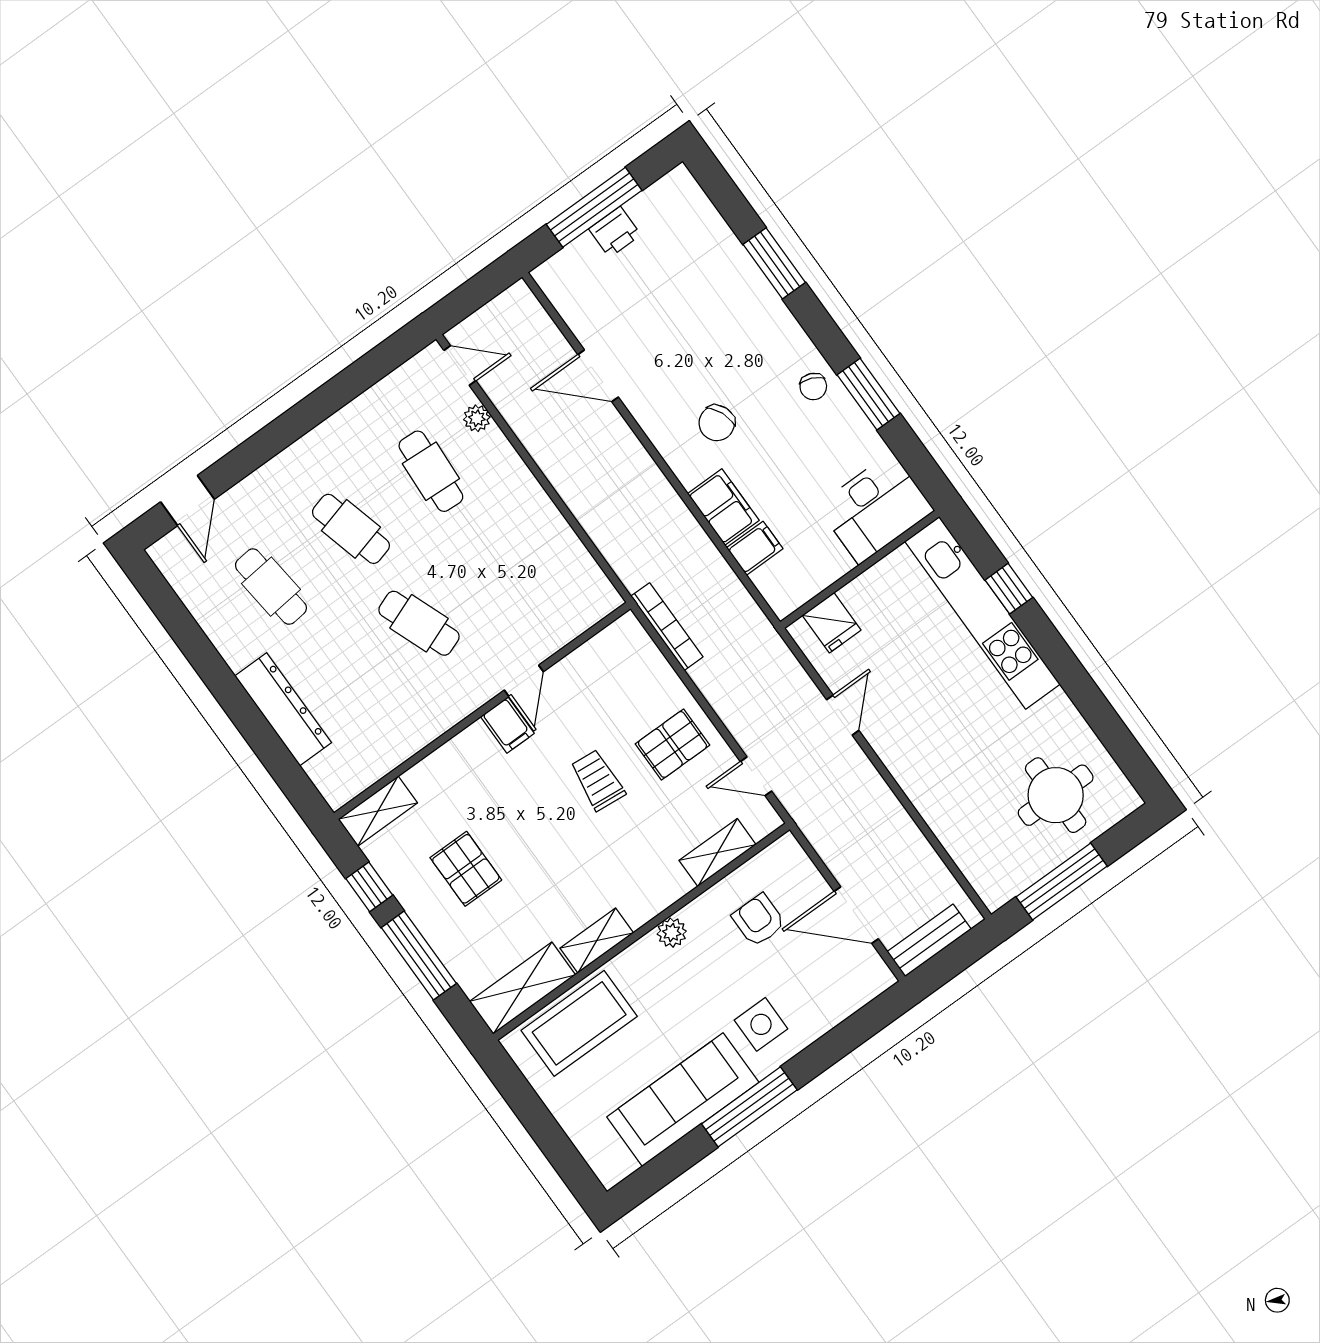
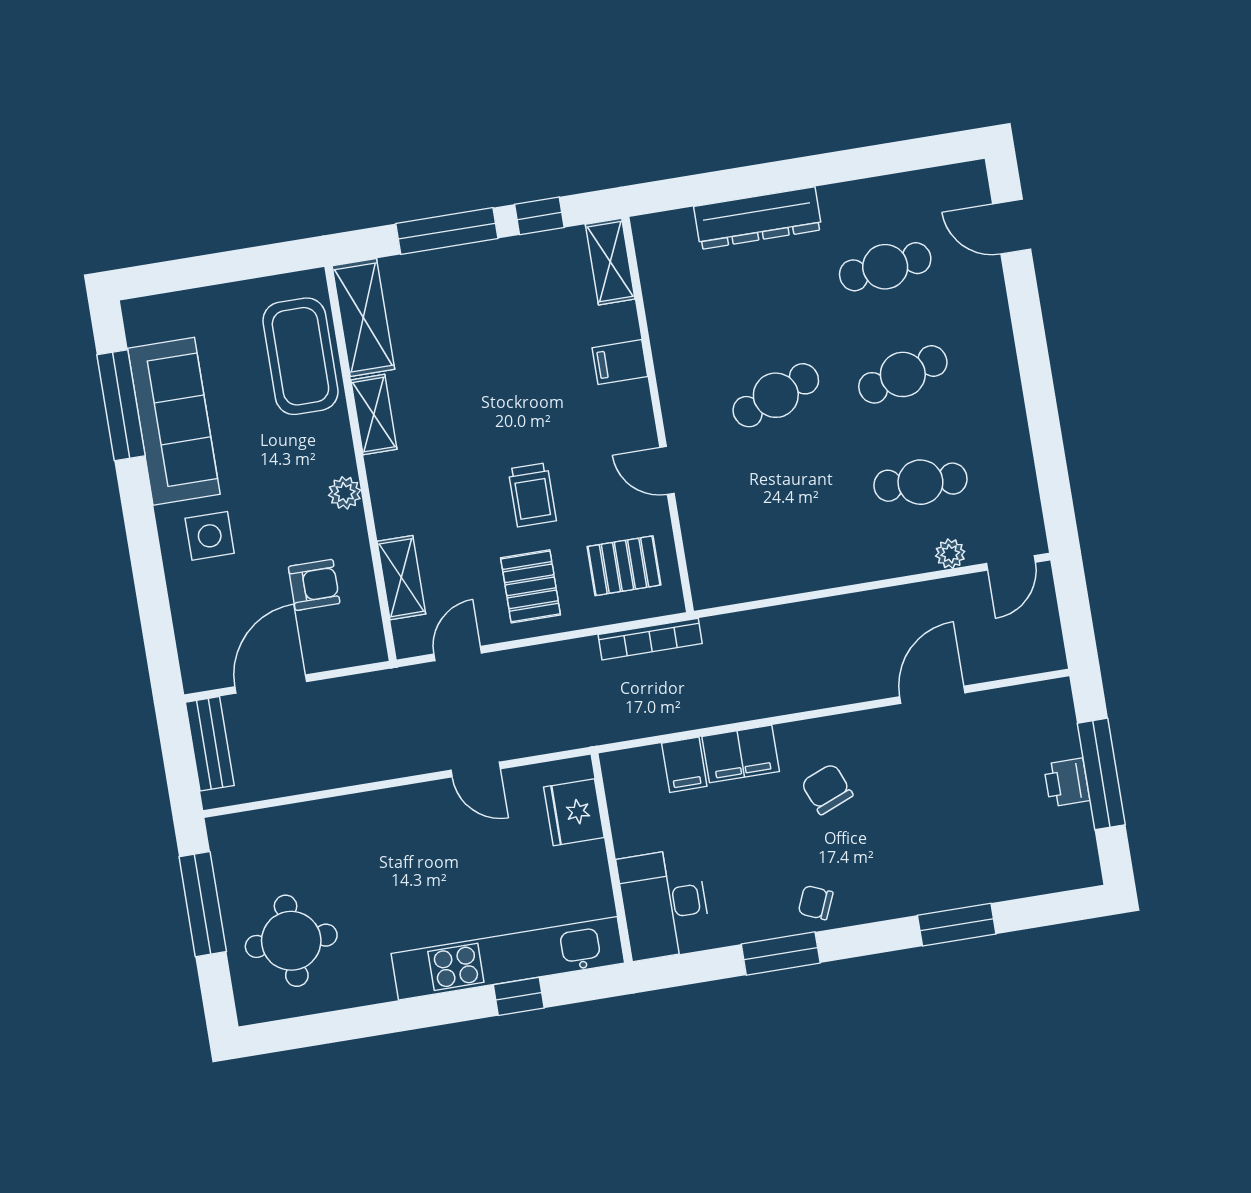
fridge: (832, 623) -> (574, 812), width x1.38
filing cabinet: (507, 725) -> (620, 362), moved
trolley: (598, 780) -> (532, 495), turned 85
pallet: (466, 869) -> (624, 566), moved
window: (749, 1107) -> (121, 405), moved

